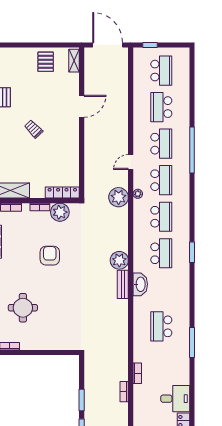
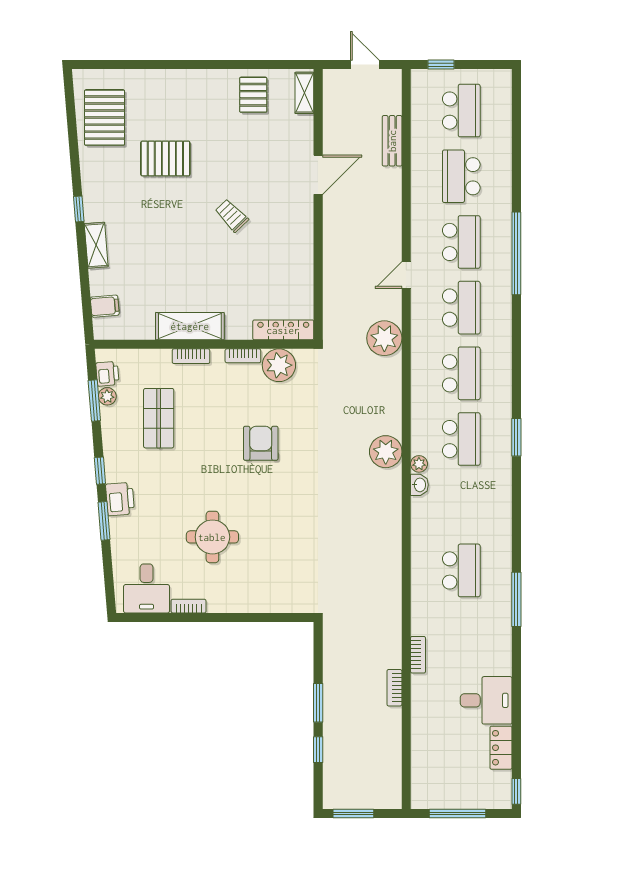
door: (108, 45) -> (365, 65), width x0.53
plant: (138, 194) -> (419, 464), moved
bench: (123, 284) -> (392, 141), moved
washbasin: (140, 284) -> (419, 485), width x0.52, depth x0.69
school desk: (161, 326) -> (461, 570), turned 180

